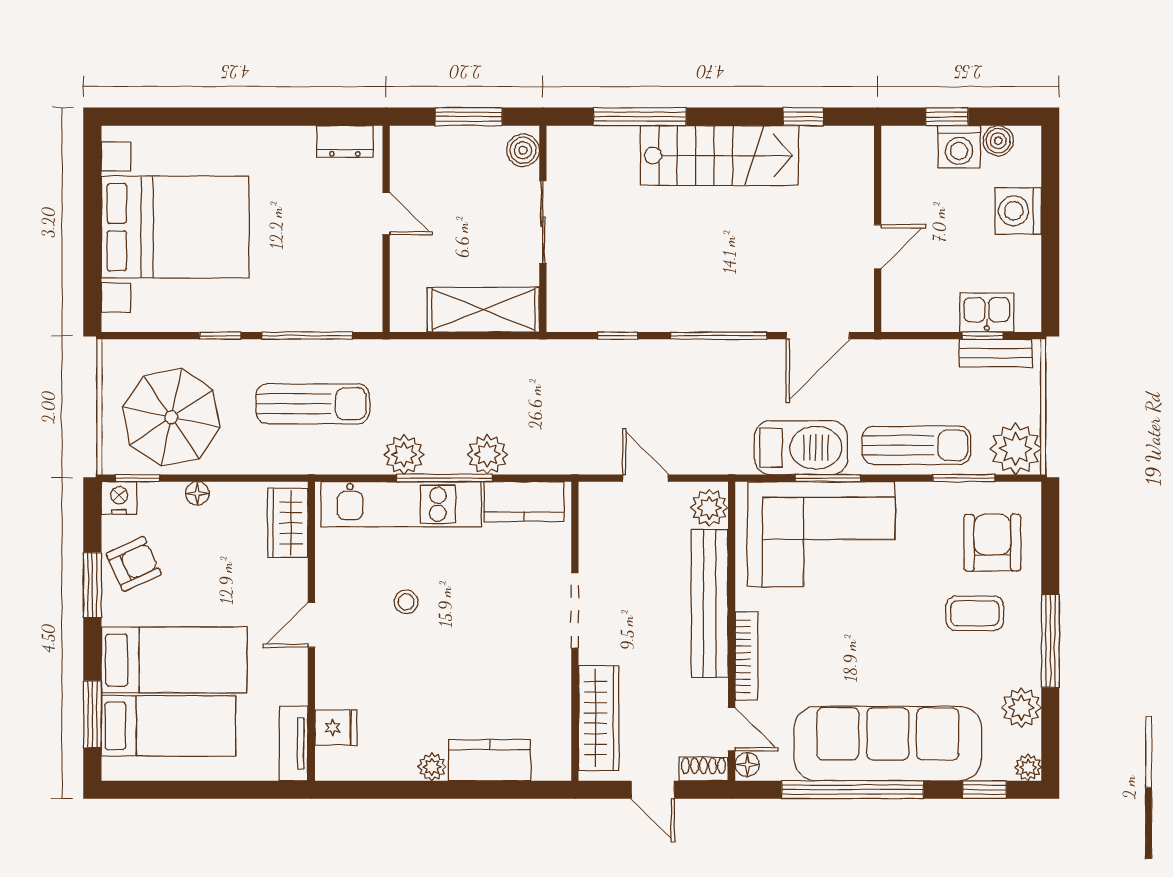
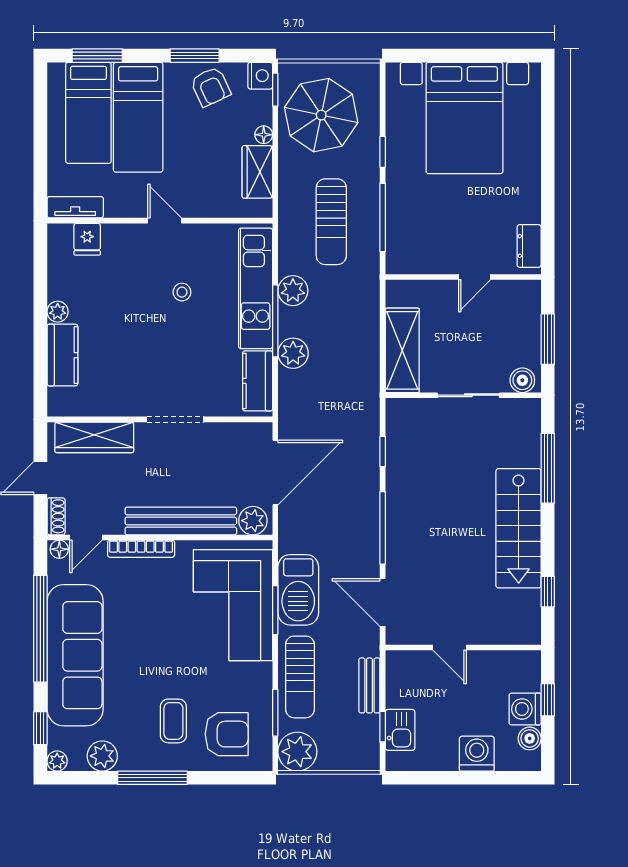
bench: (996, 353) -> (369, 685), moved
door: (645, 478) -> (275, 473), width x1.87
wardrobe: (288, 523) -> (257, 172), moved, turned -90

